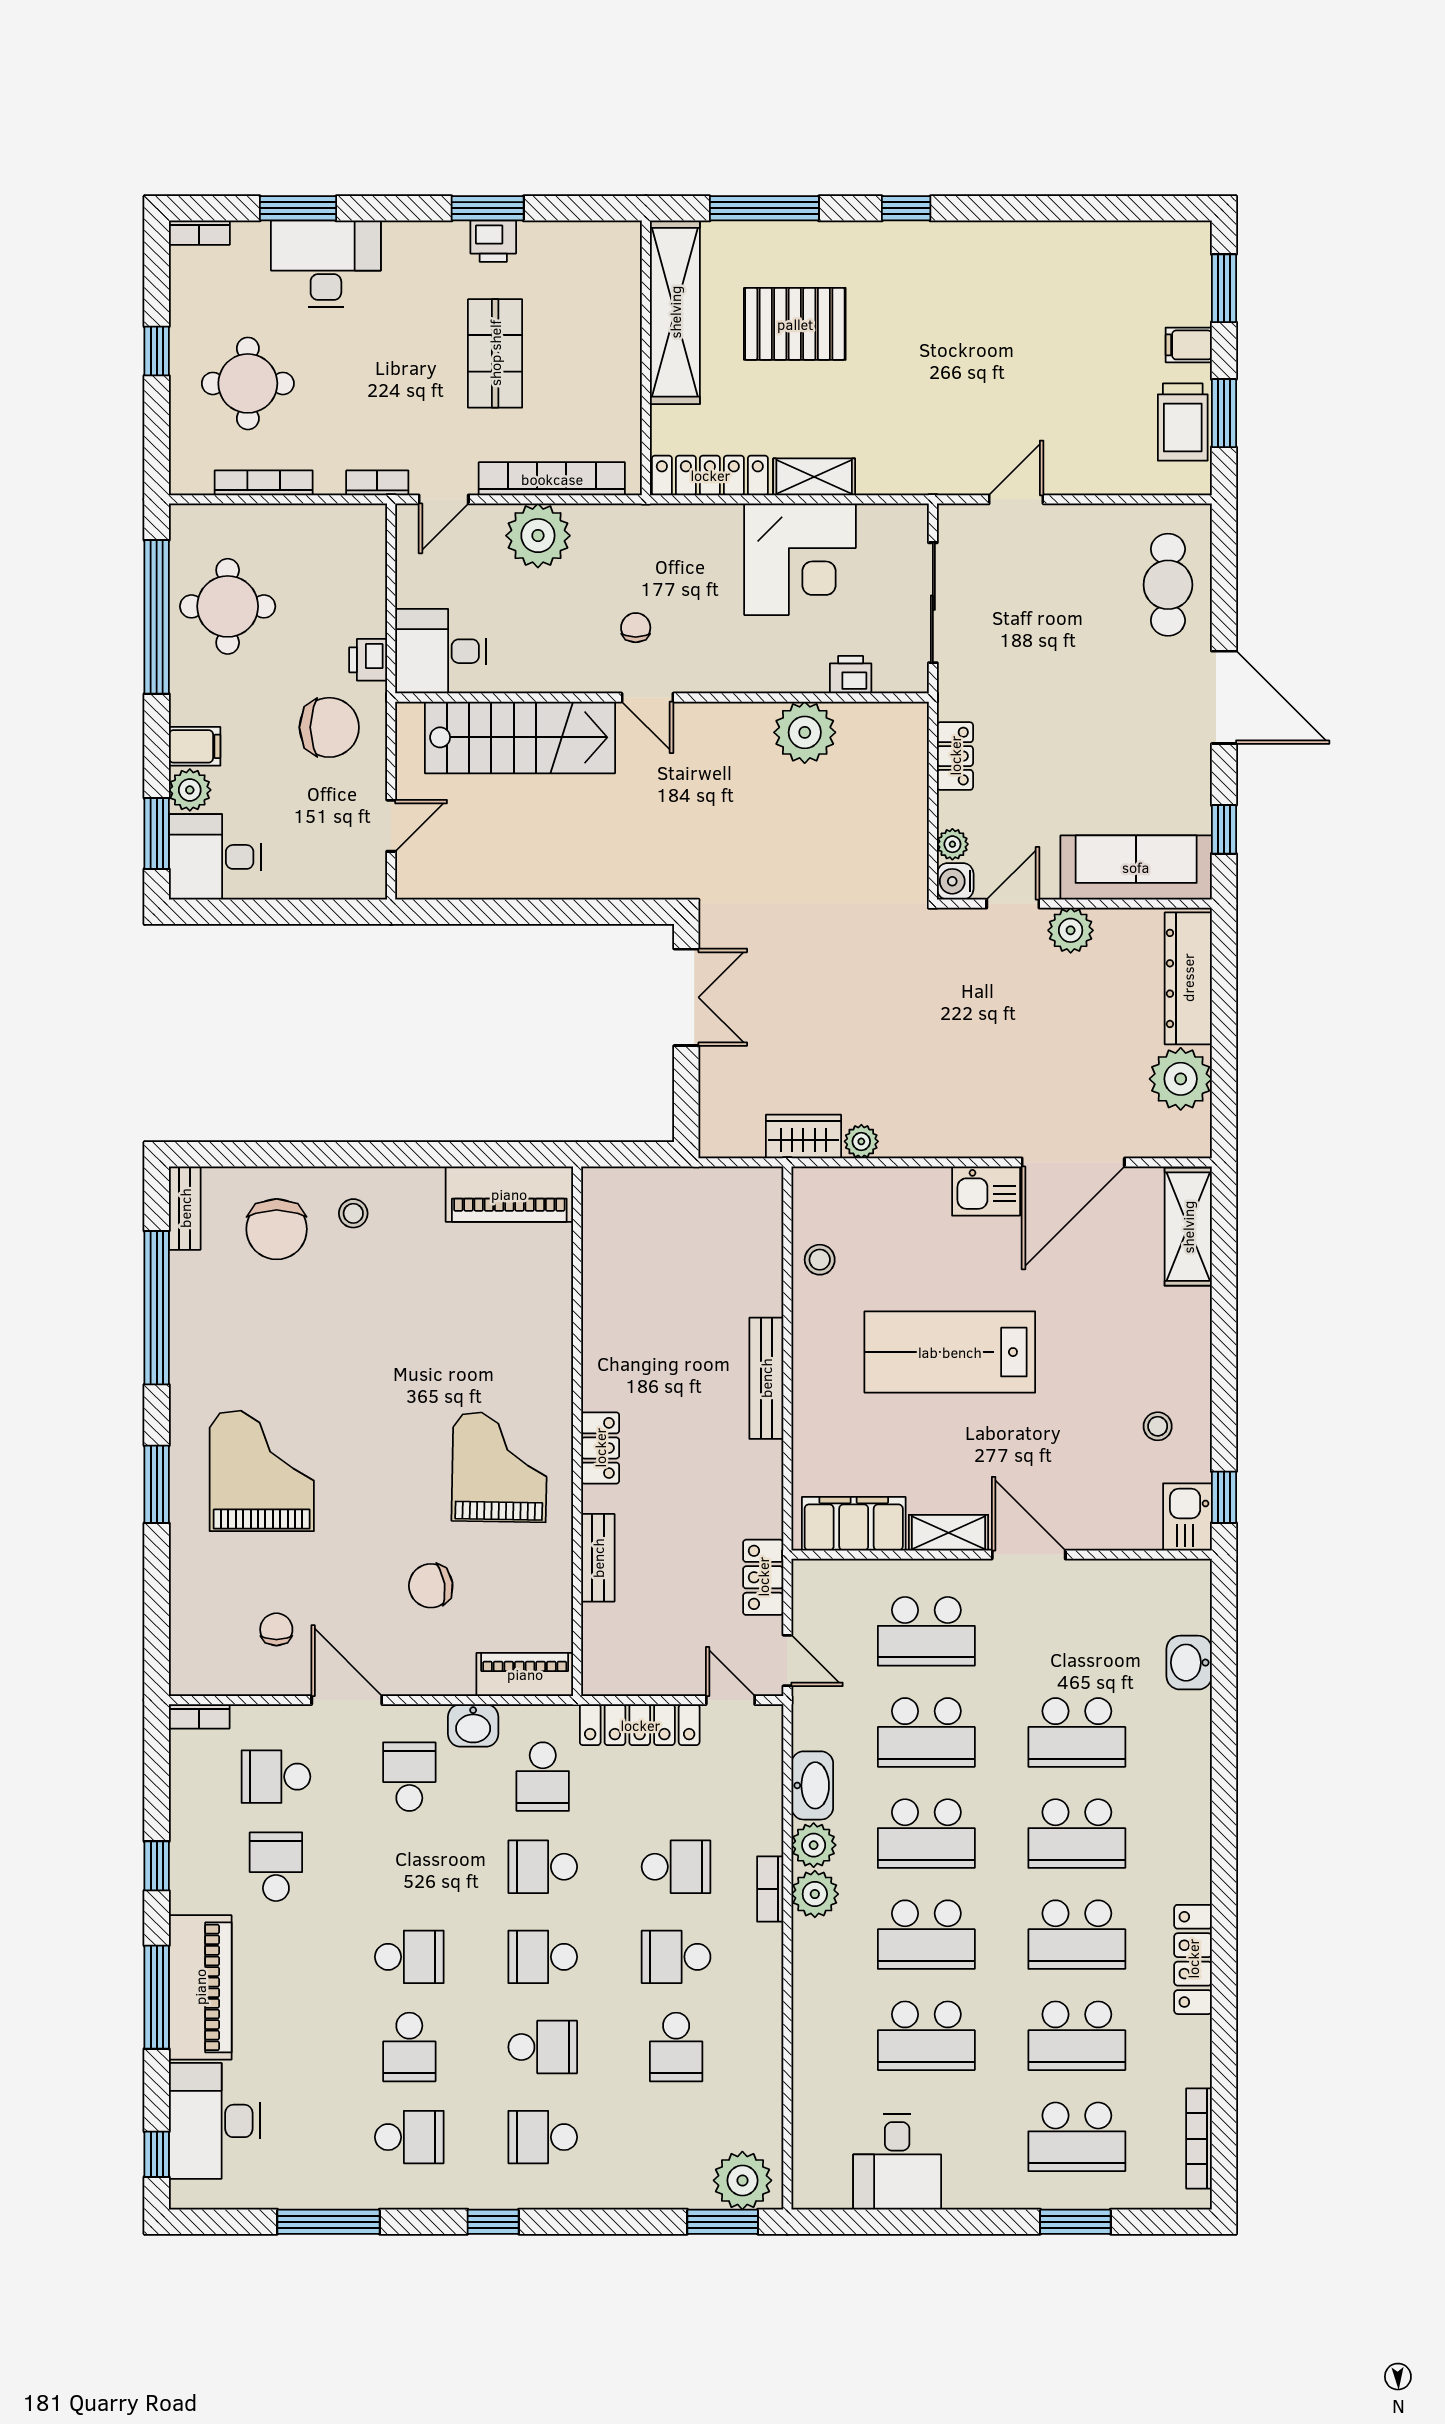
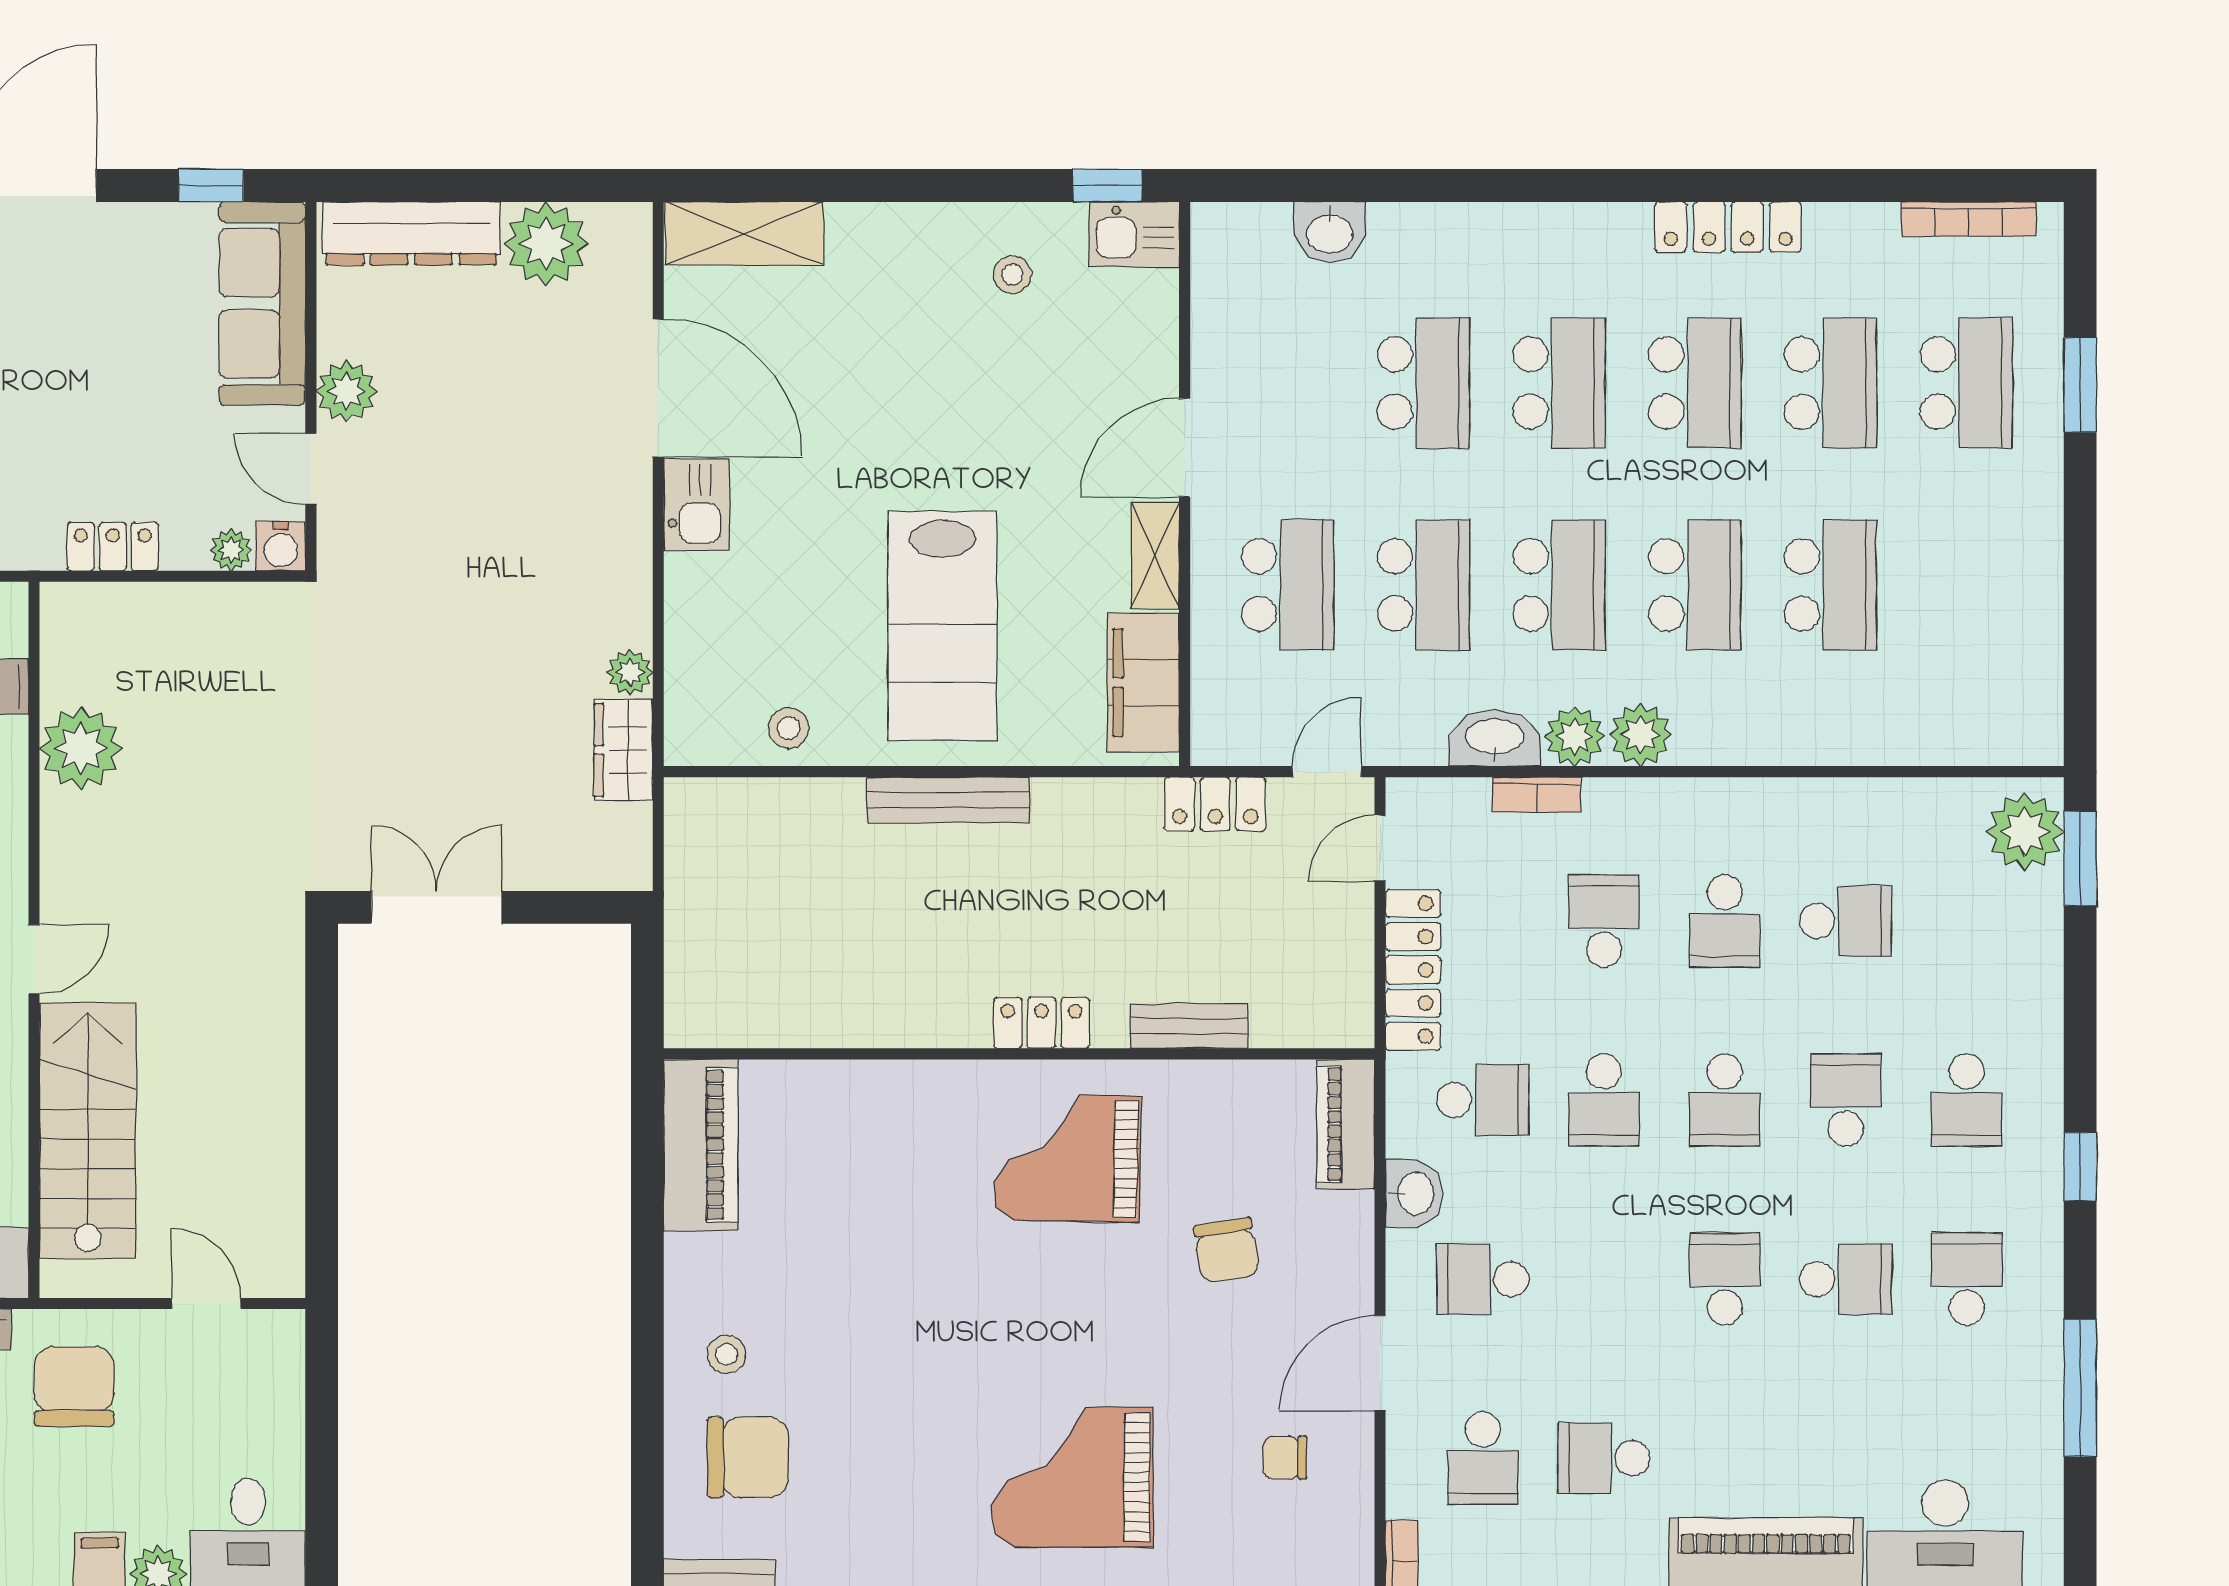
lab bench: (950, 1352) -> (942, 626), moved
bookcase: (770, 1889) -> (1537, 795), moved
desk: (897, 2162) -> (2000, 624), removed

